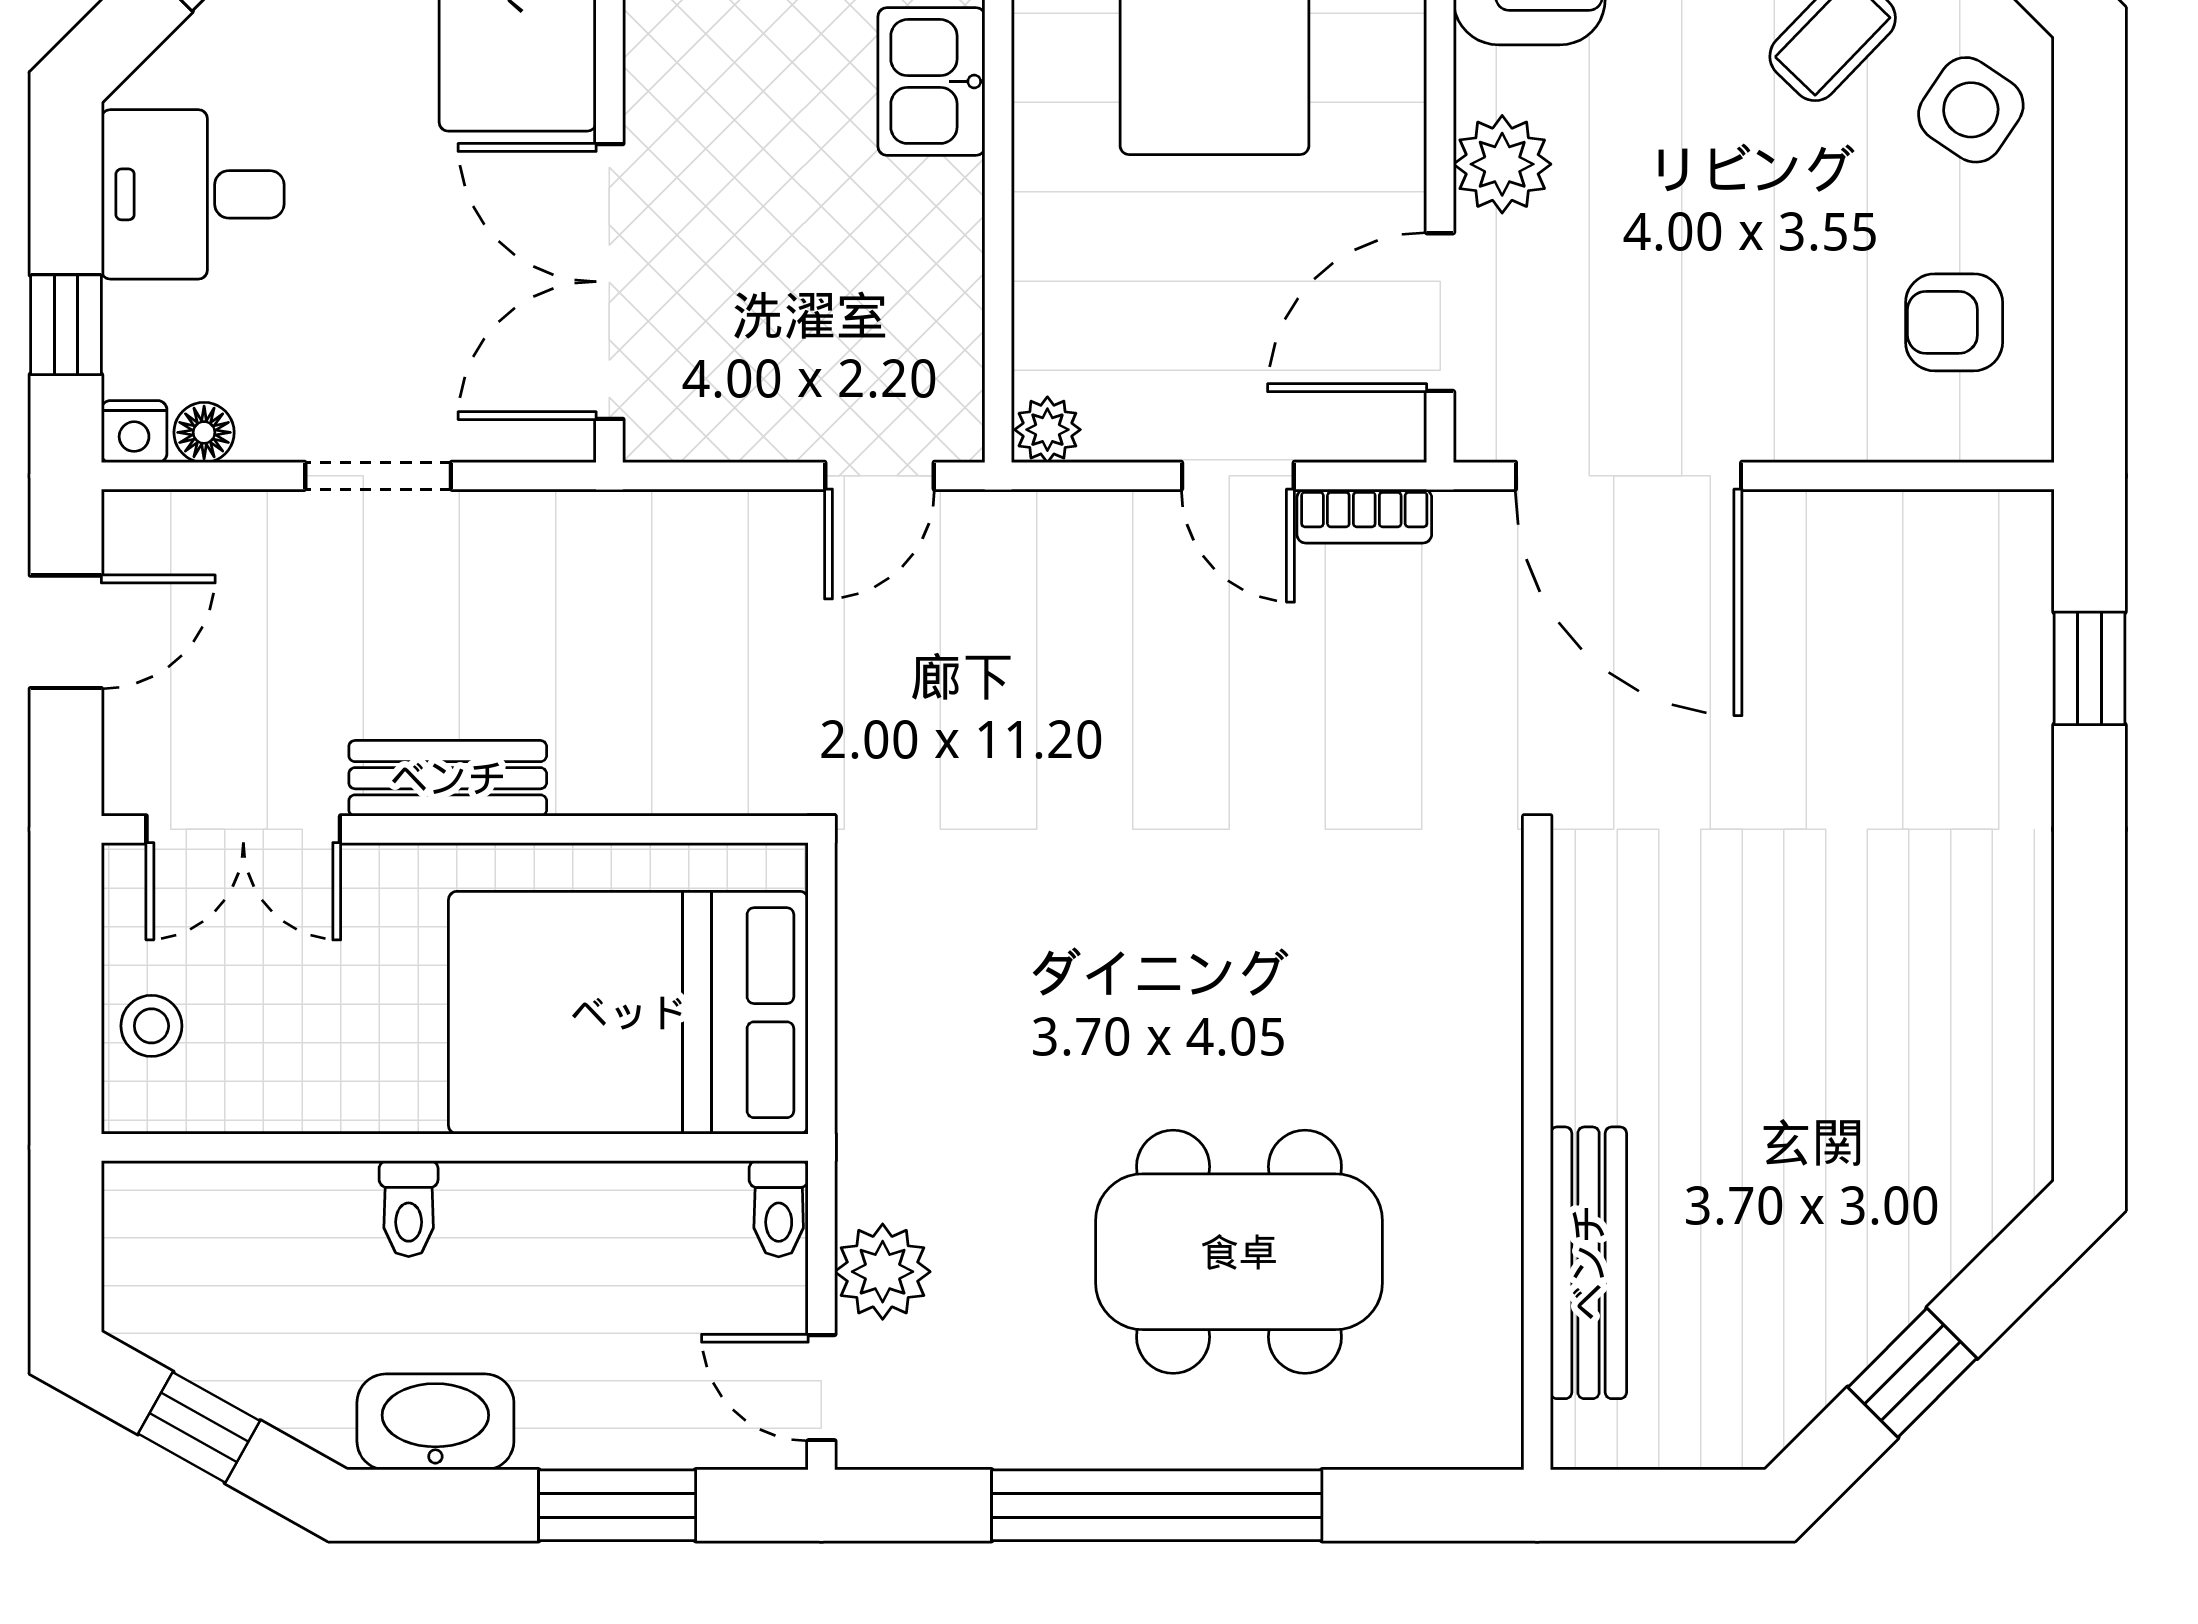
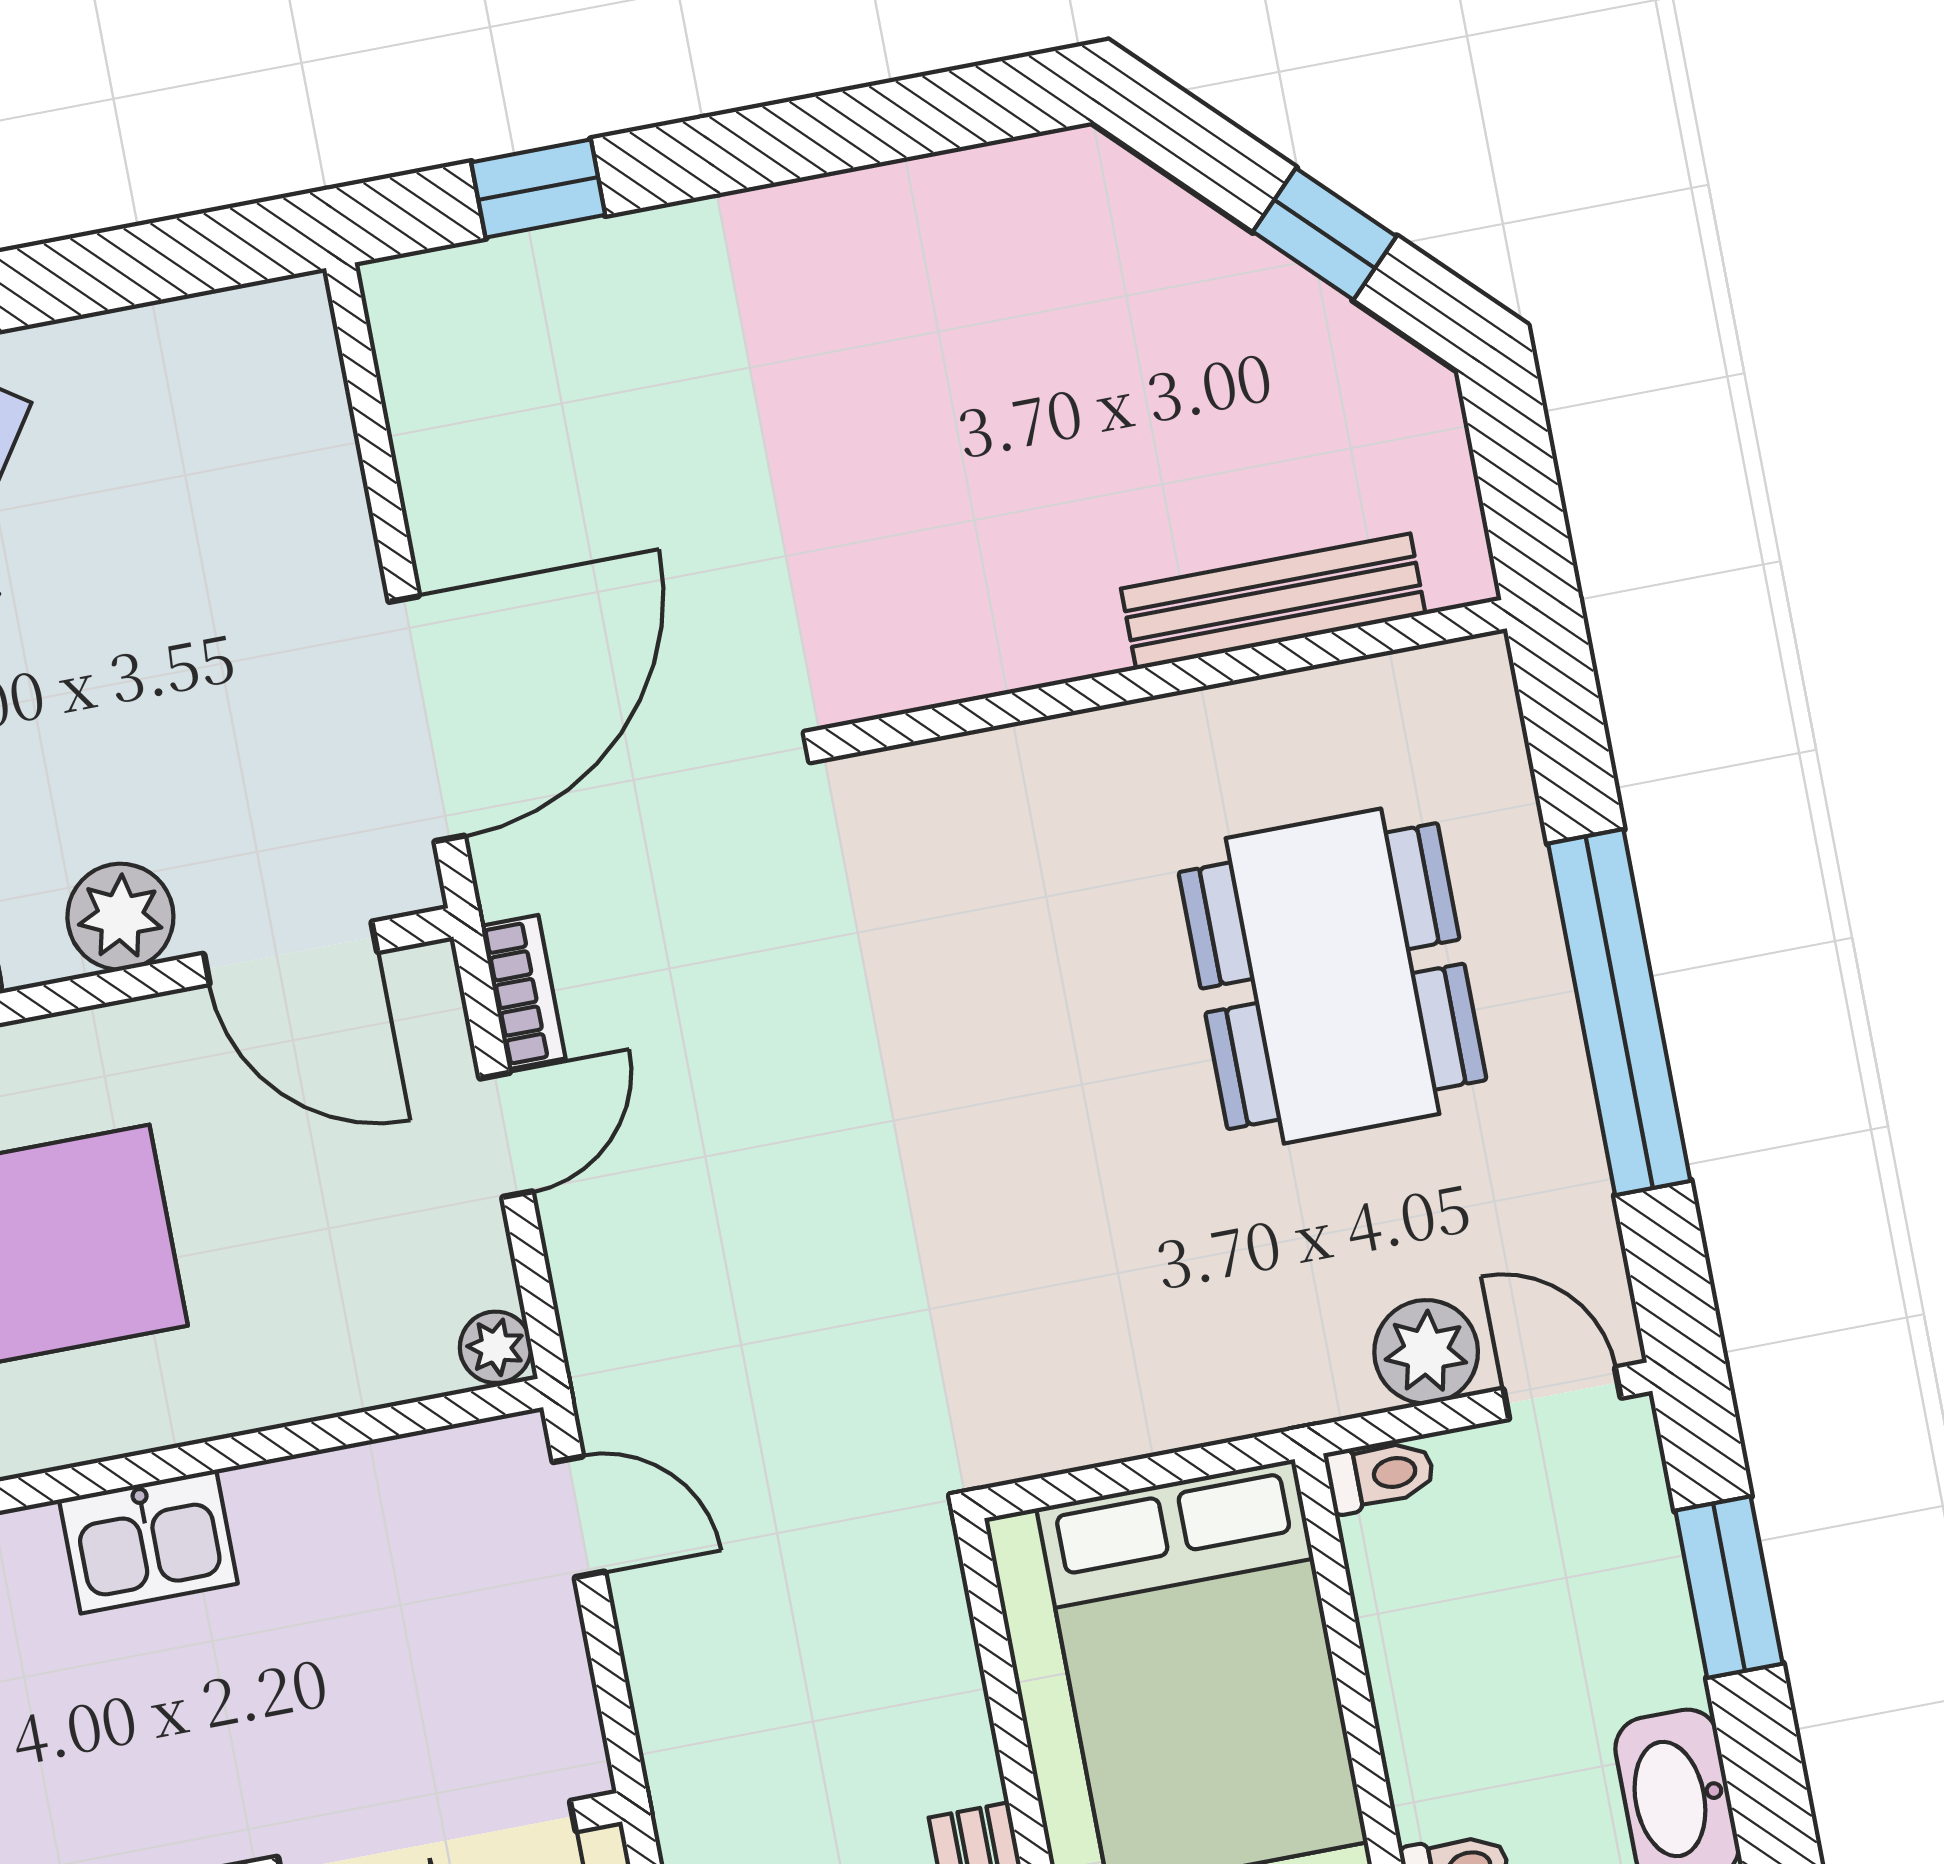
armchair: (1954, 322) -> (197, 403), removed
door: (821, 1388) -> (1562, 1393), swing flipped

